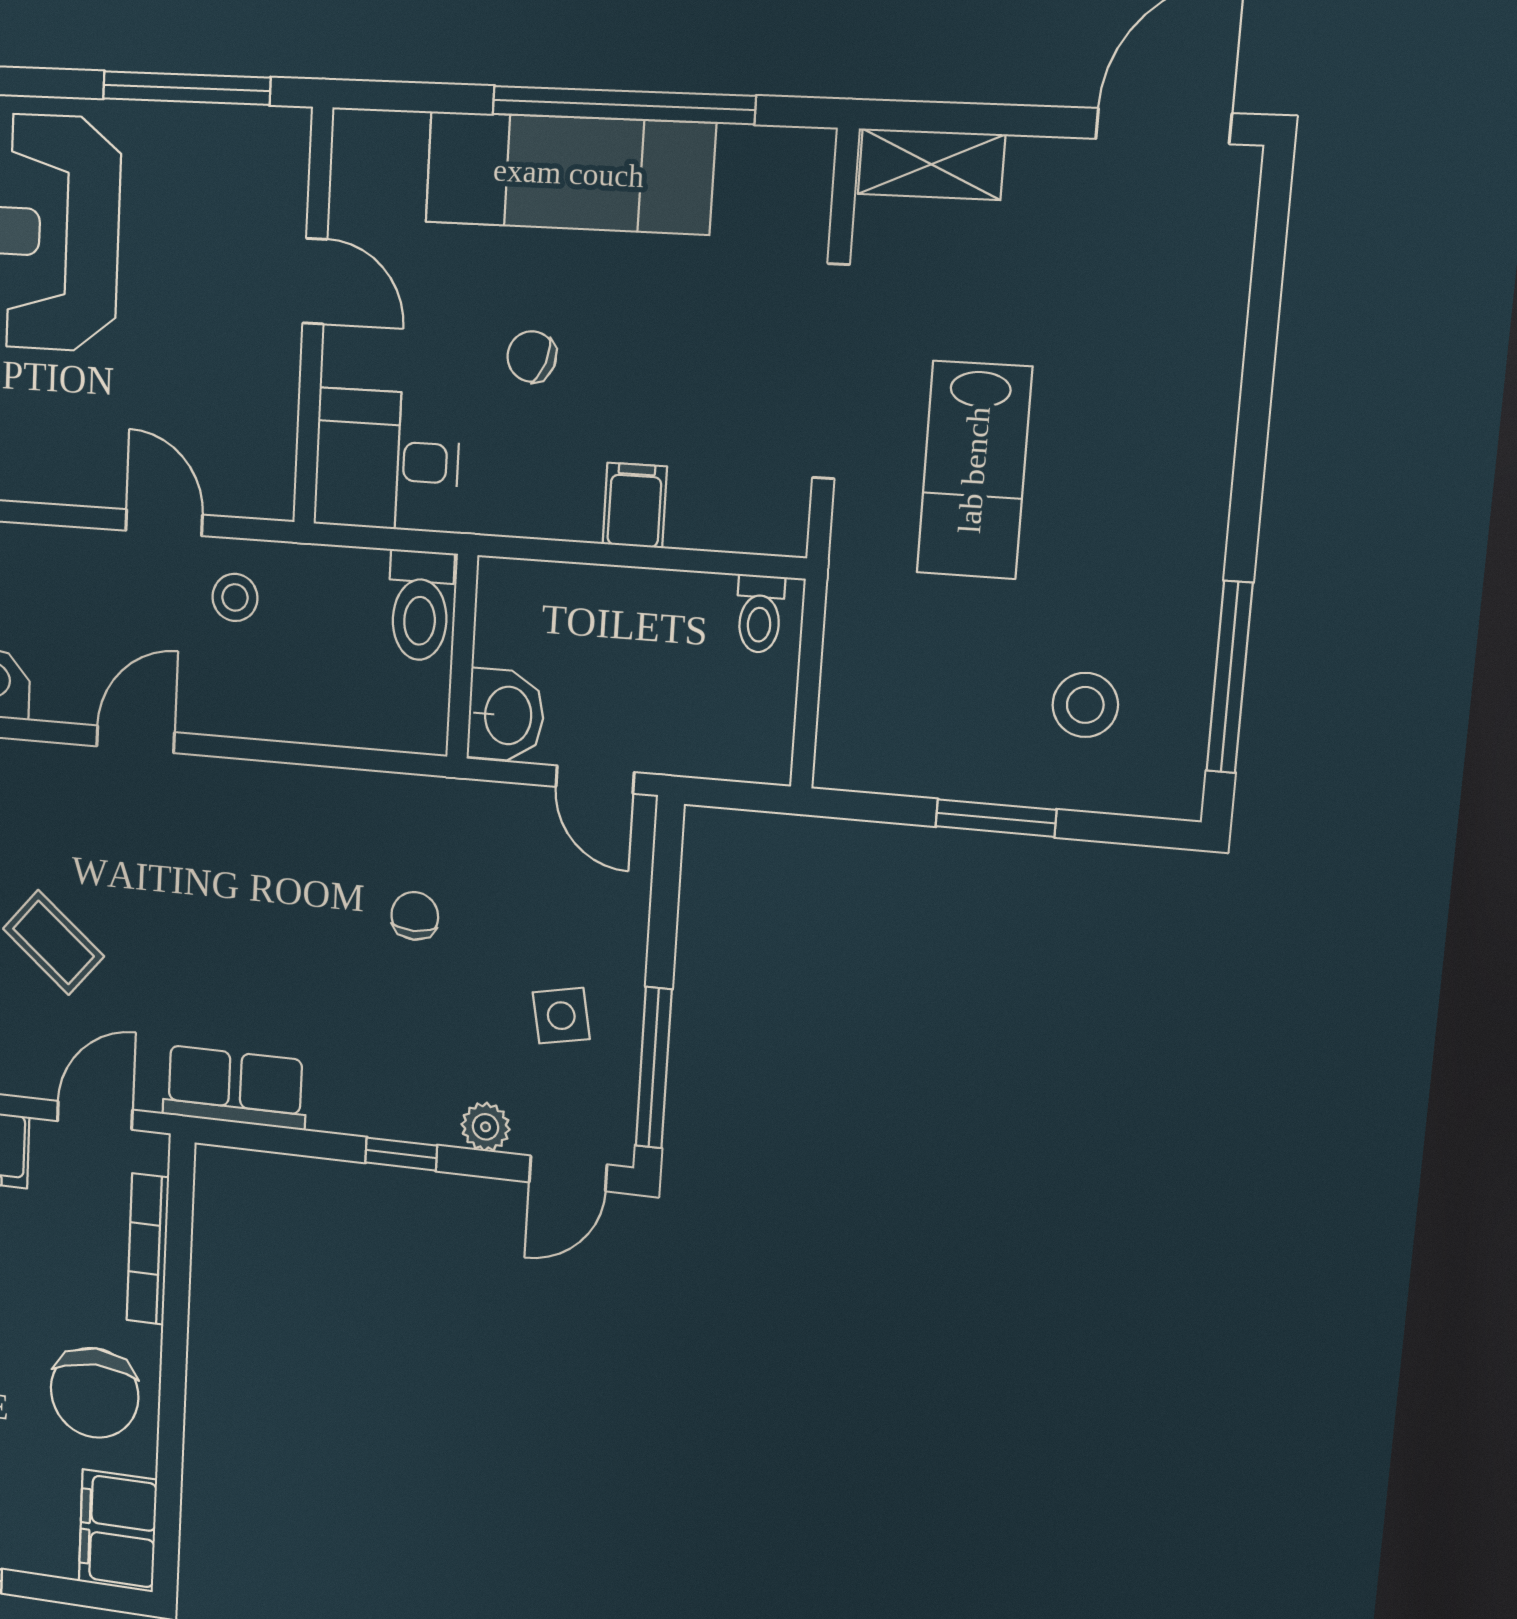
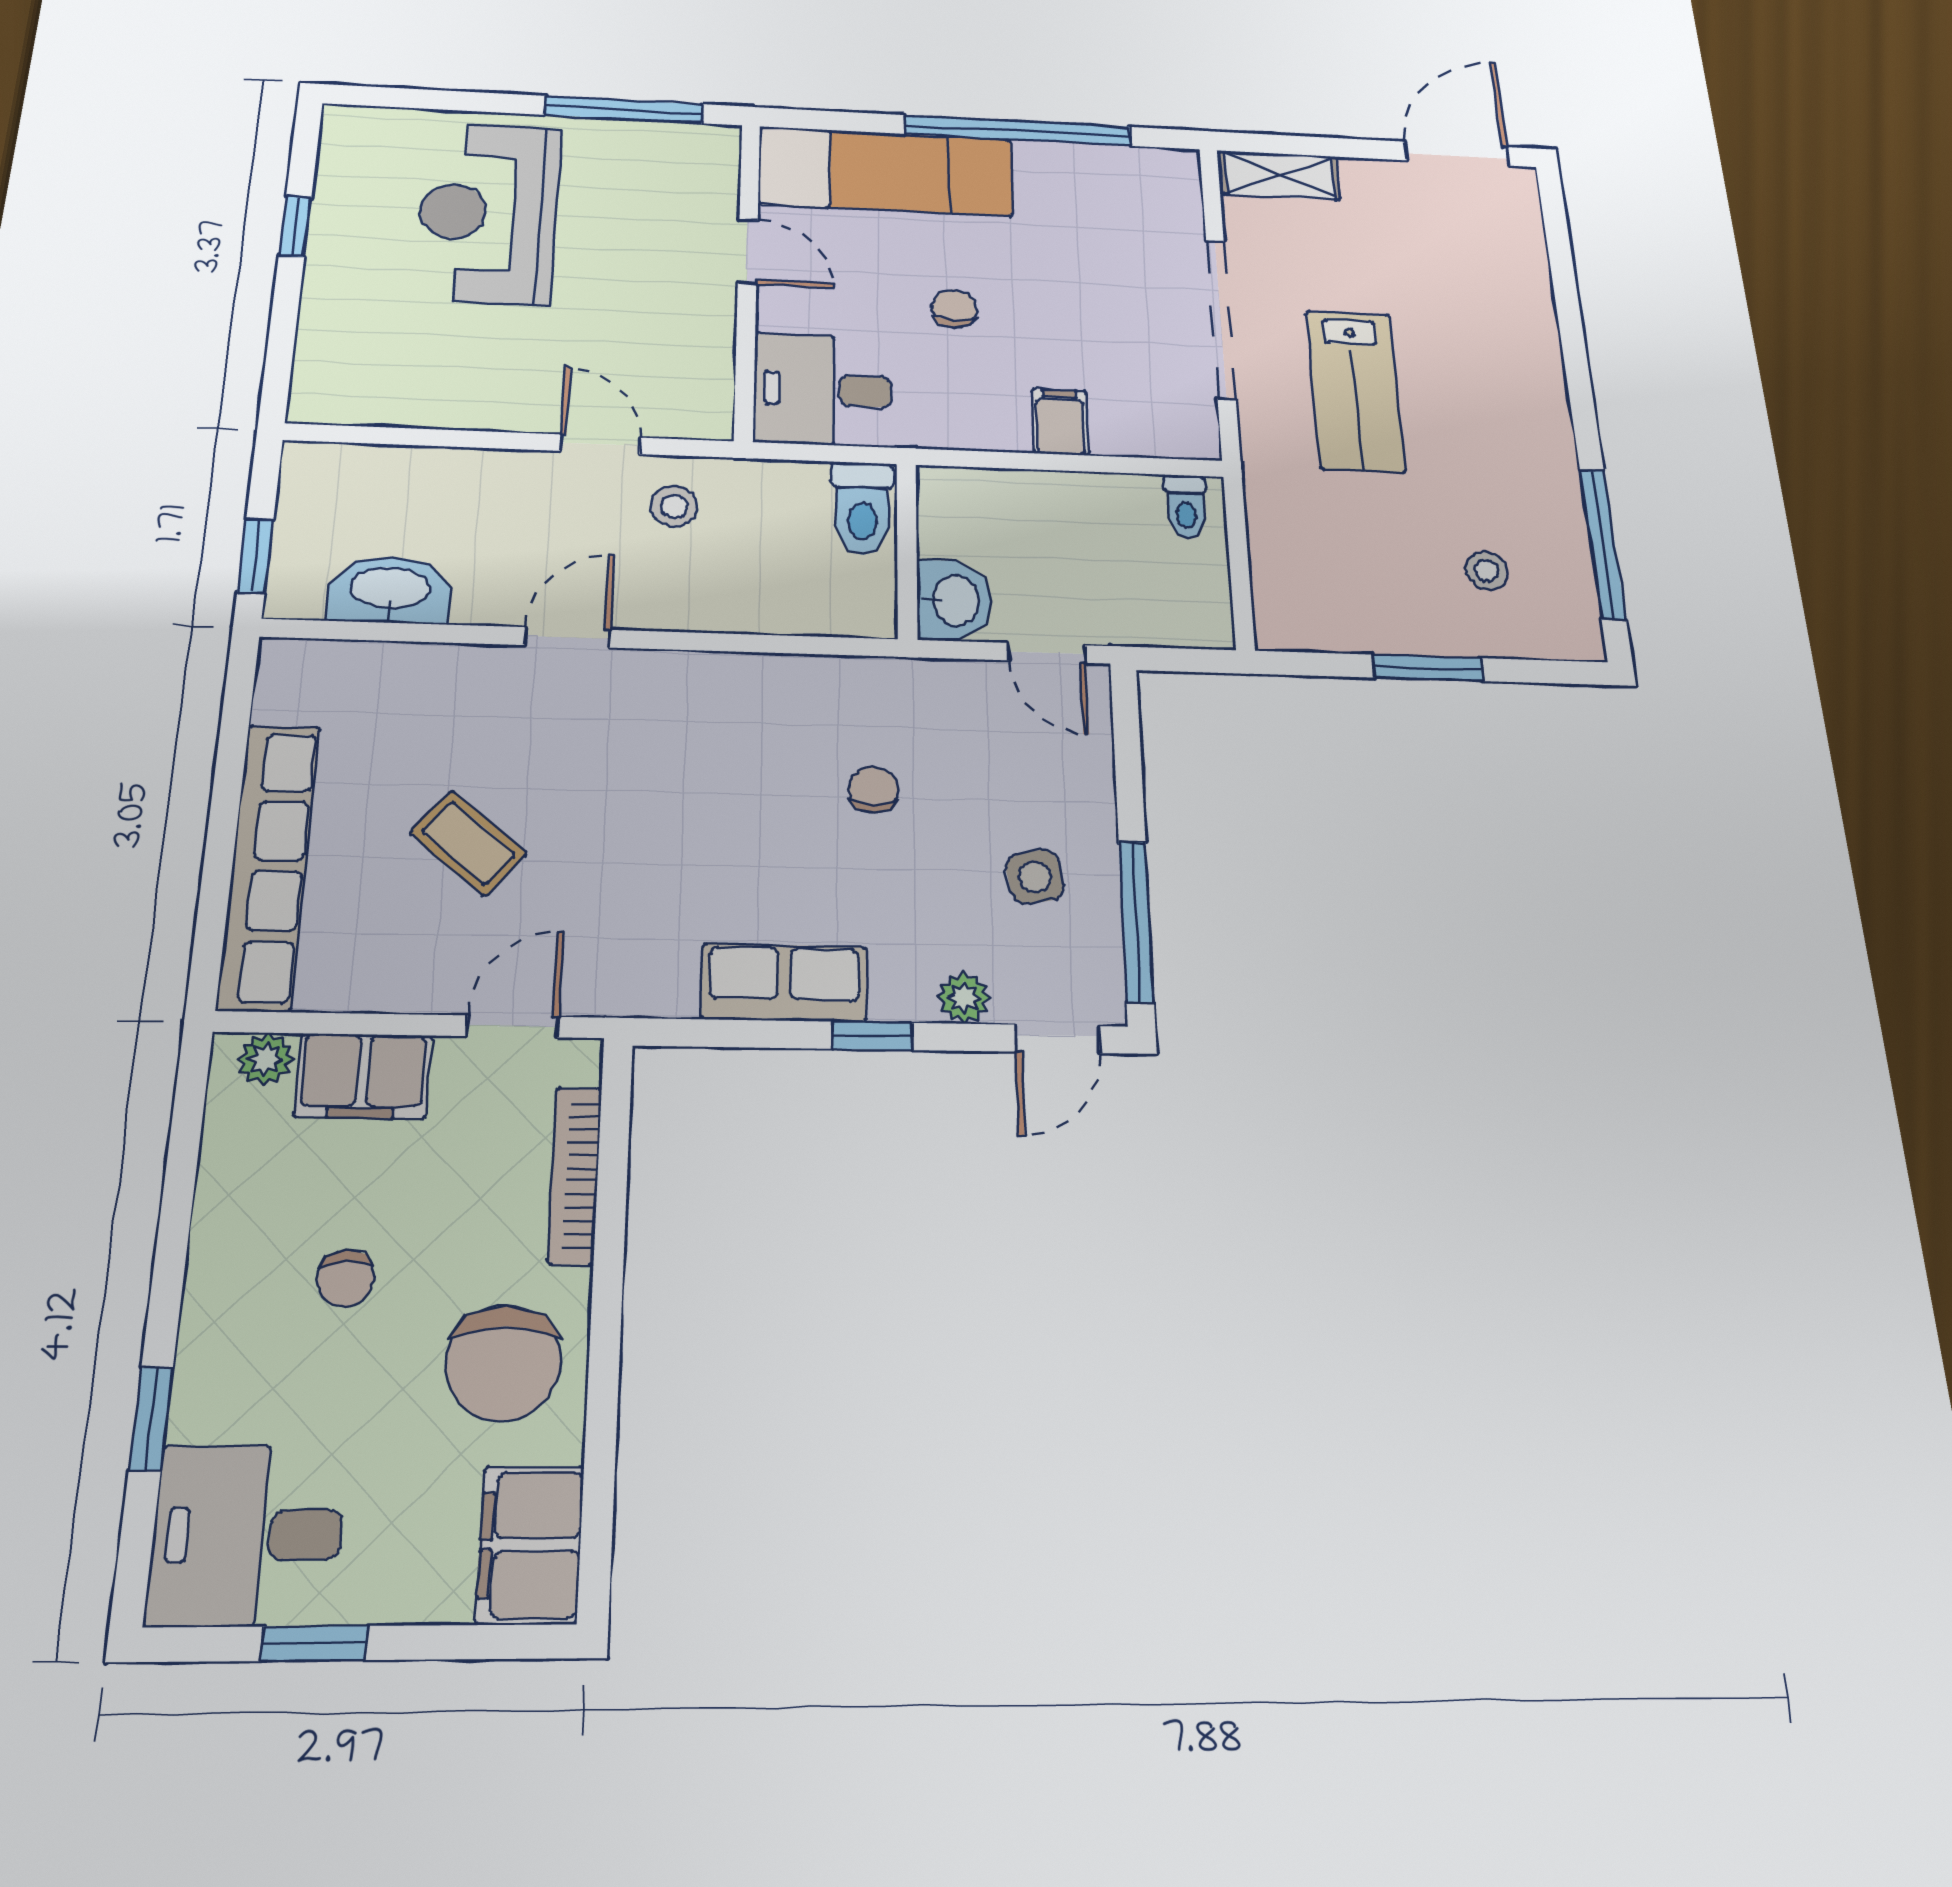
exam couch: (569, 173) -> (886, 171), moved
chair: (532, 357) -> (954, 308), turned 70
stool: (1085, 705) -> (1487, 570), width x0.73, depth x0.73
row of seats: (235, 1087) -> (784, 983), moved

